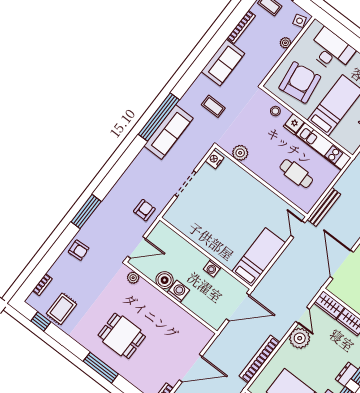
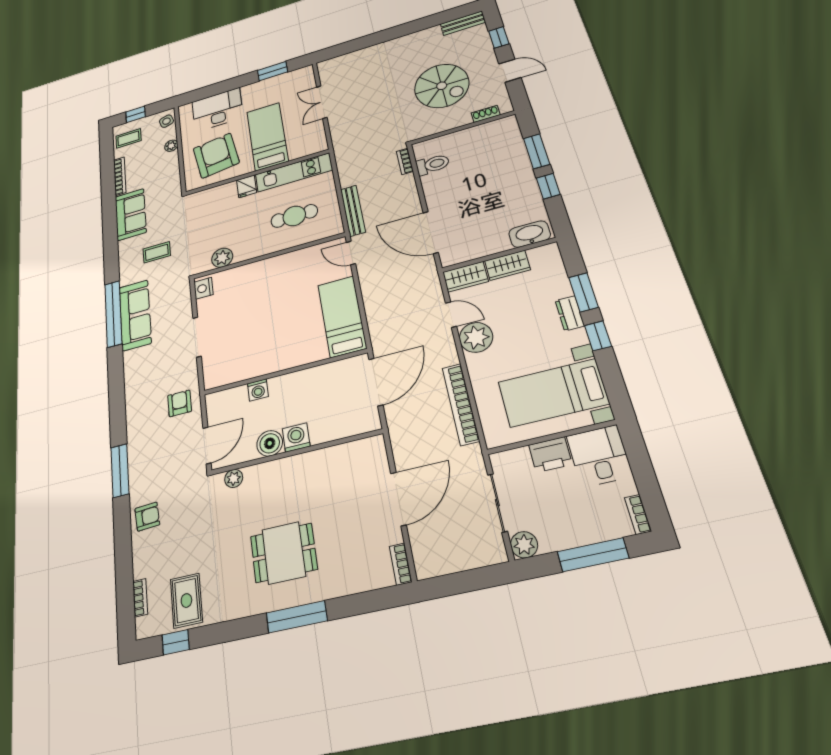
stool: (275, 111) -> (218, 196), removed
washing machine: (212, 268) -> (258, 390), moved

